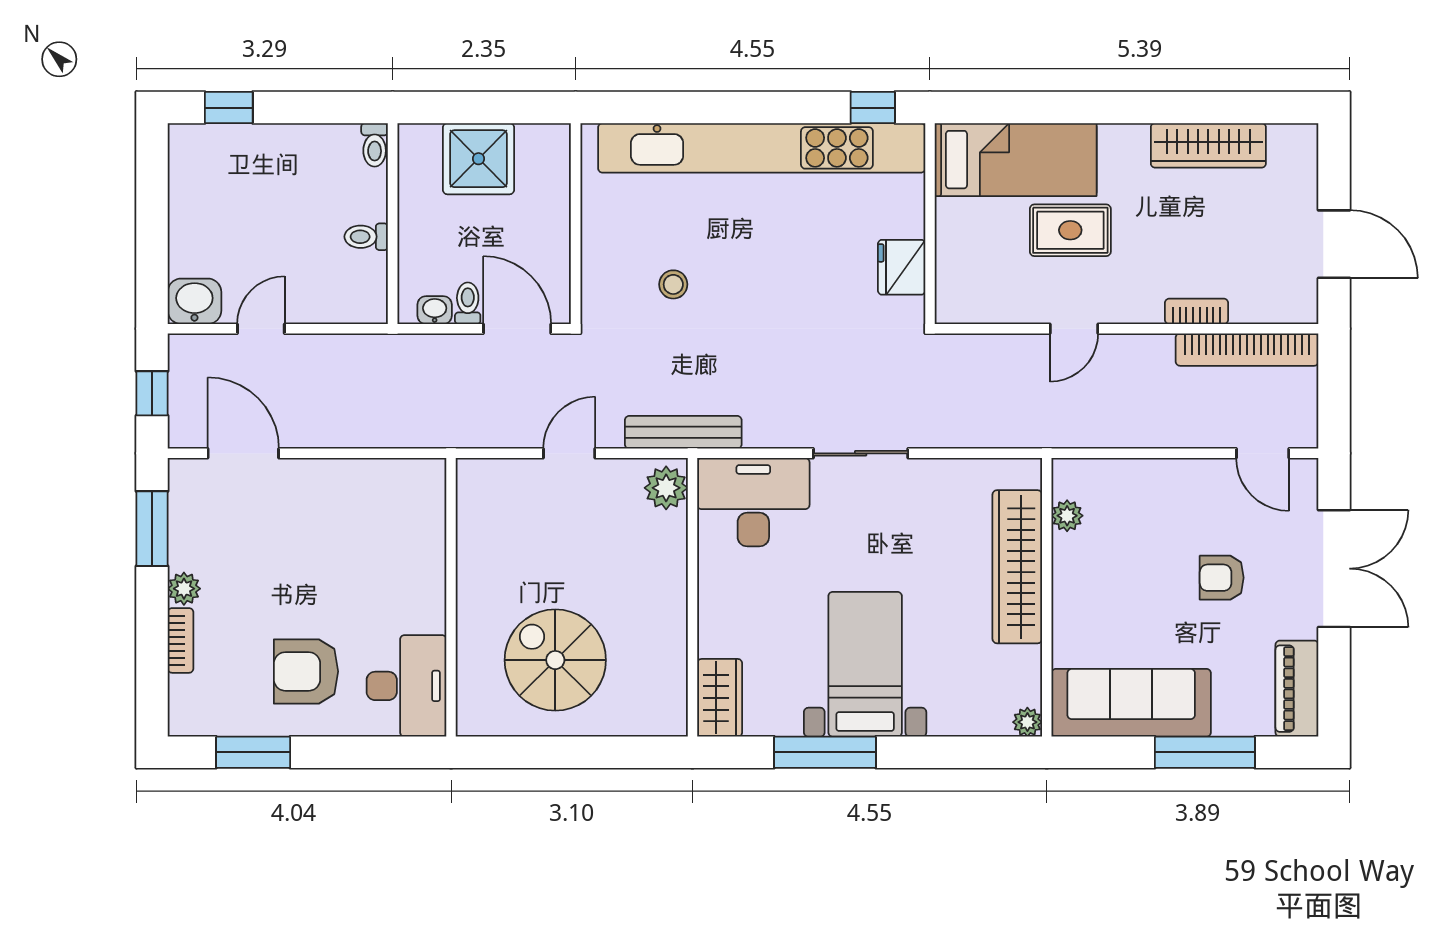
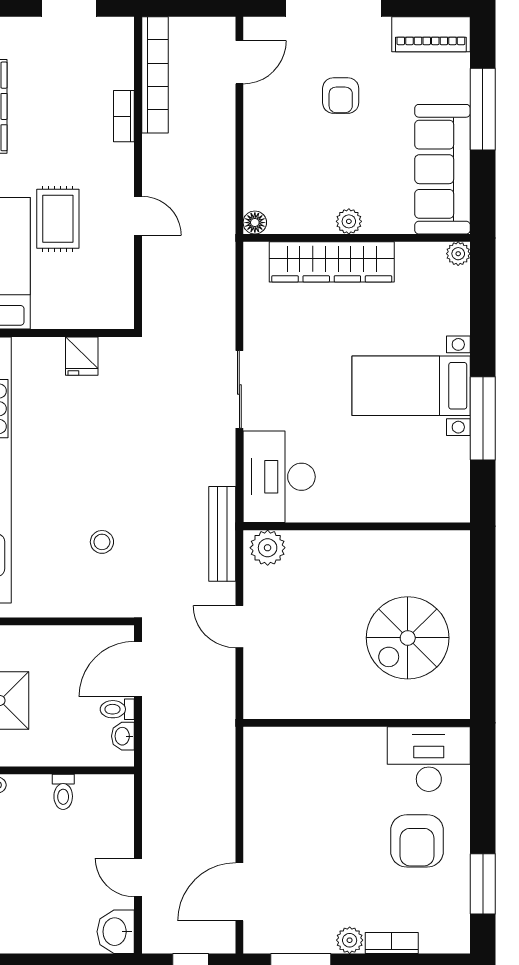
fridge: (902, 267) -> (82, 356), width x0.72
floor lamp: (1066, 472) -> (255, 223), added
plant: (1067, 516) -> (349, 221), moved
wardrobe: (720, 698) -> (438, 504), removed

